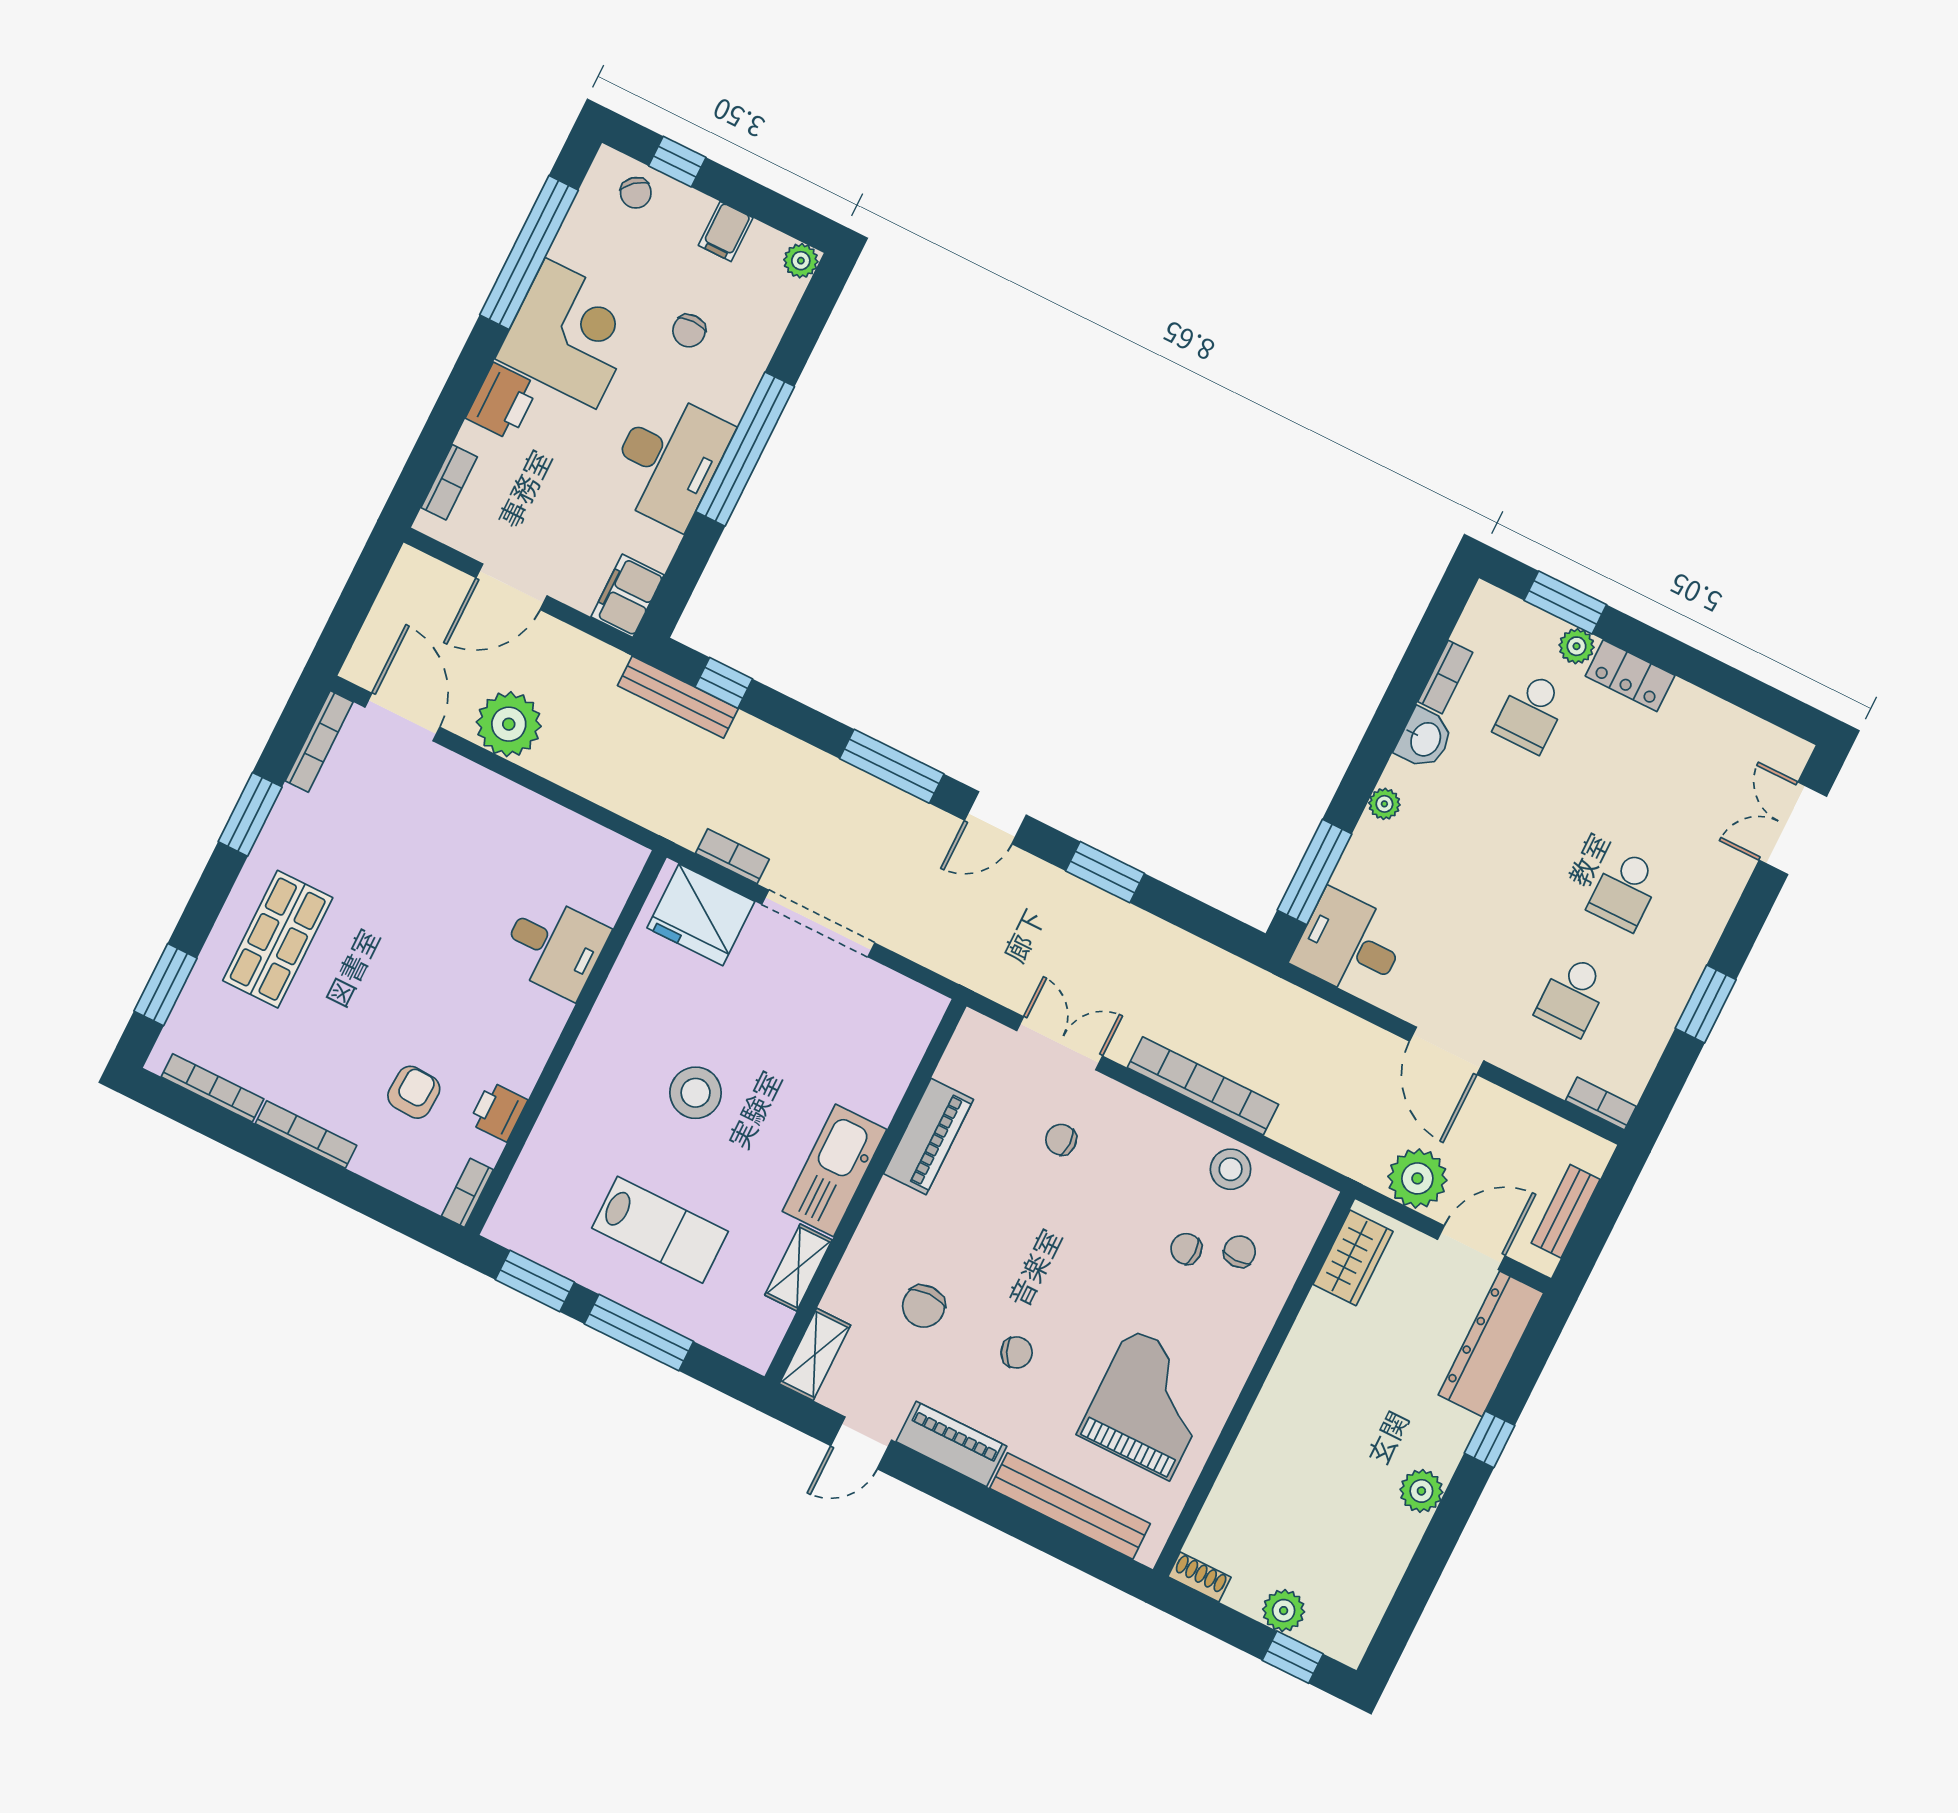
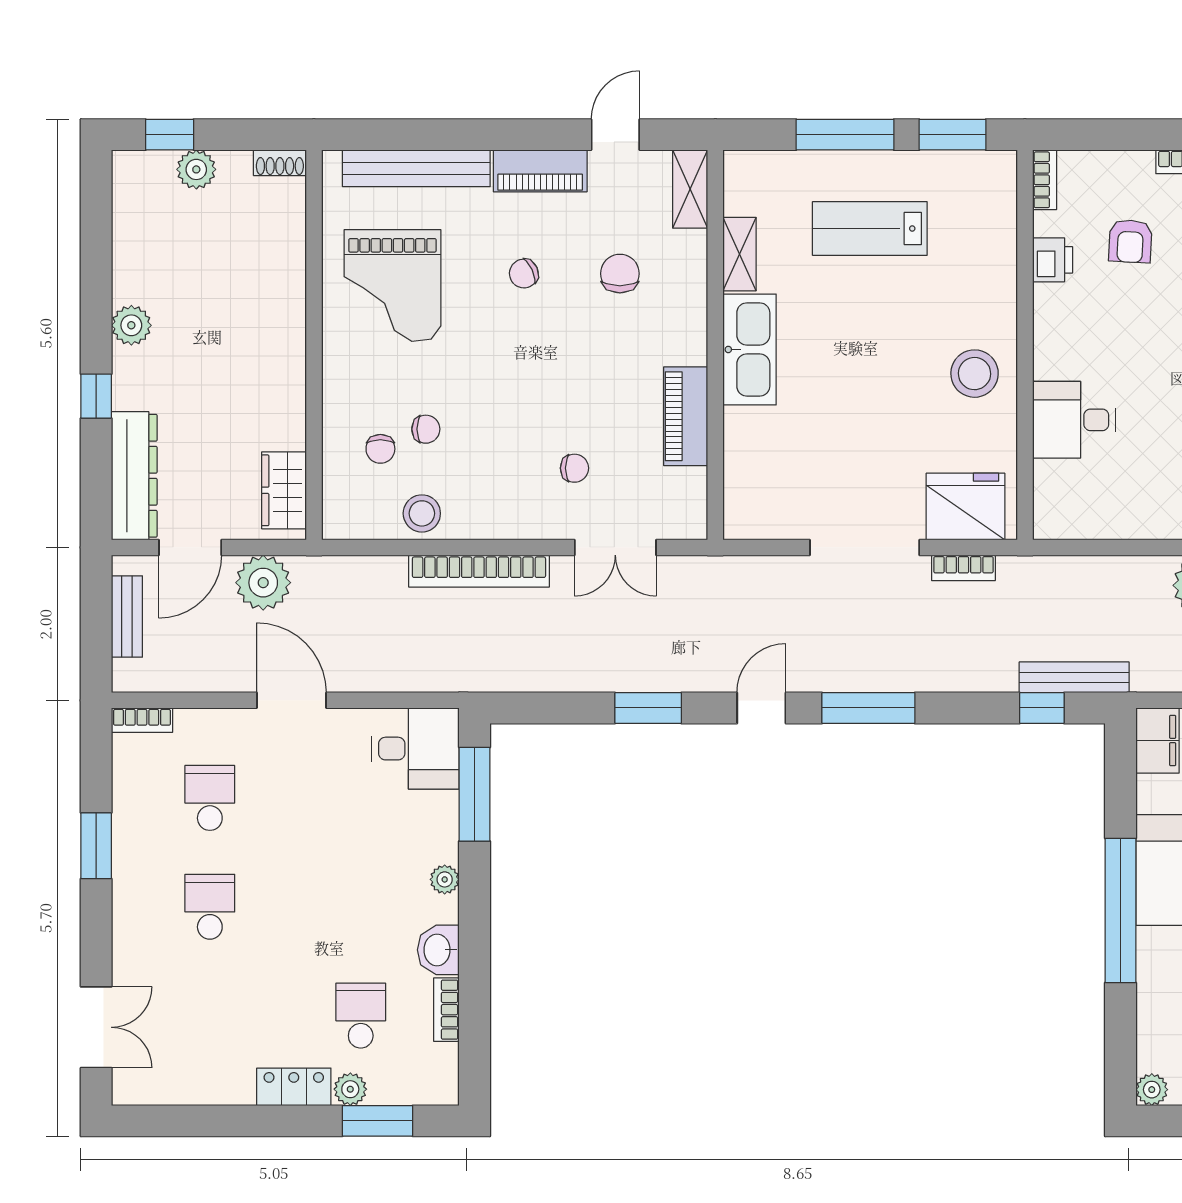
stool: (696, 1093) -> (975, 374), moved

